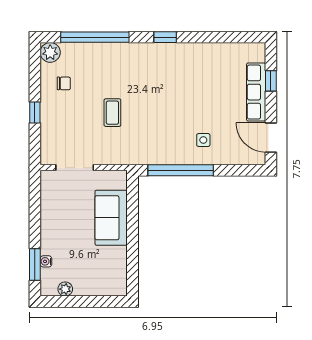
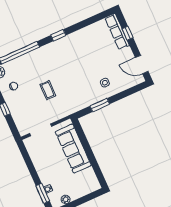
row of seats: (256, 92) -> (117, 32), moved
window: (181, 170) -> (100, 105), width x0.47
sofa: (111, 218) -> (73, 149), width x1.36

